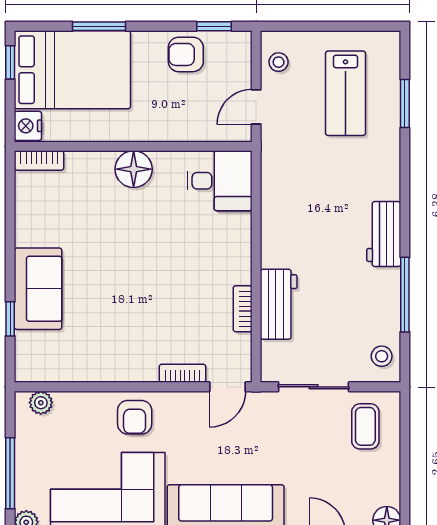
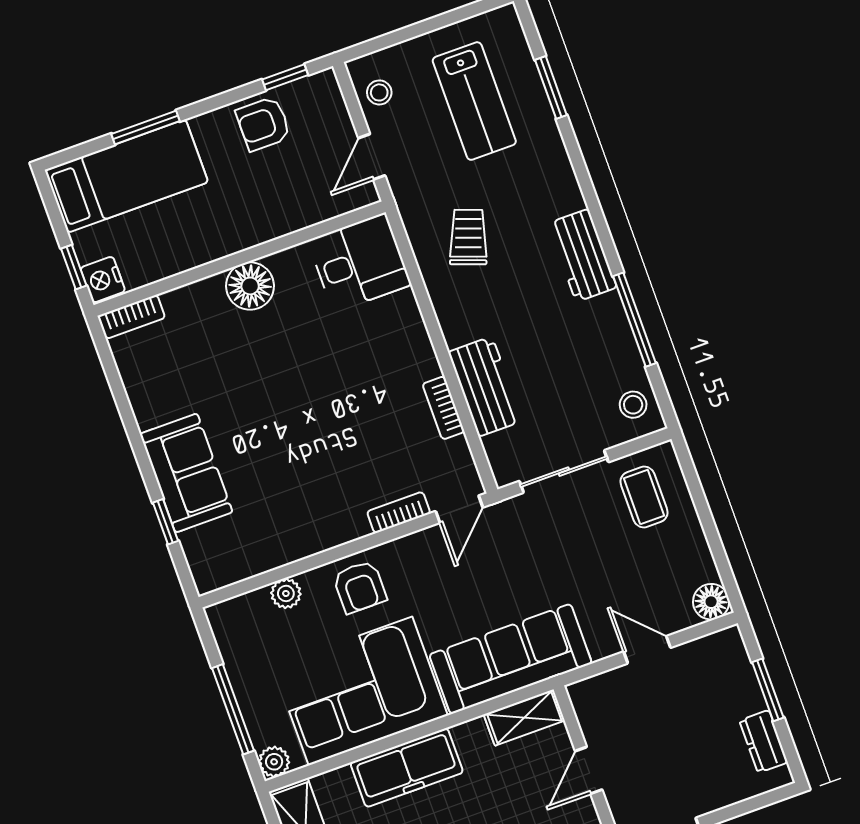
window: (10, 62) -> (74, 267), moved
bed: (72, 70) -> (126, 176), width x0.67
trolley: (305, 191) -> (468, 237), added
plant: (41, 403) -> (286, 593), moved

